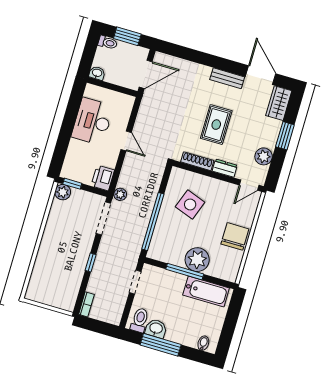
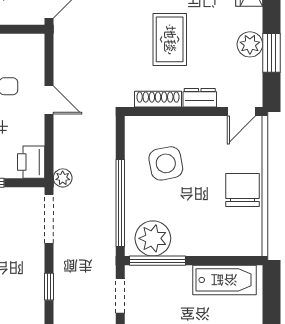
window: (285, 136) -> (272, 53), moved
plant: (264, 156) -> (250, 44), moved
side table: (190, 204) -> (166, 163), turned -31
plant: (197, 260) -> (153, 238), moved
window: (185, 272) -> (157, 261), moved

